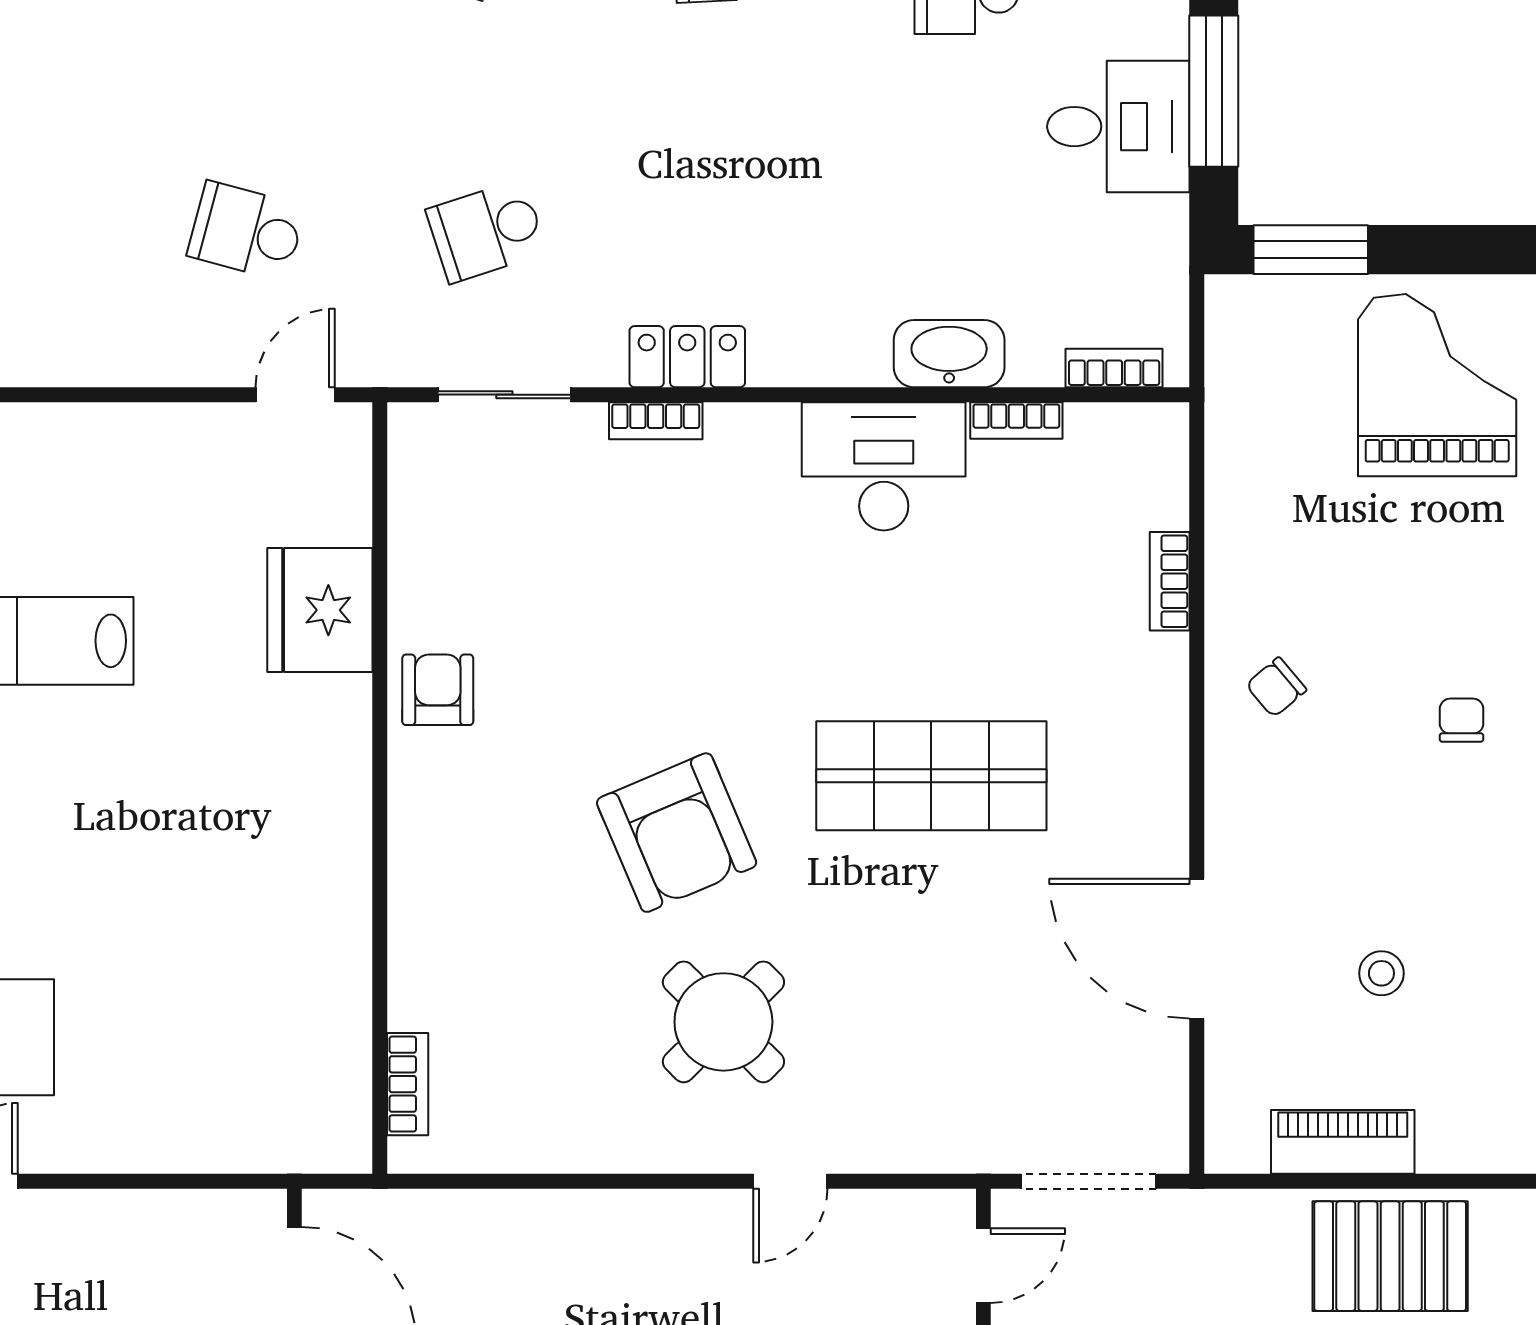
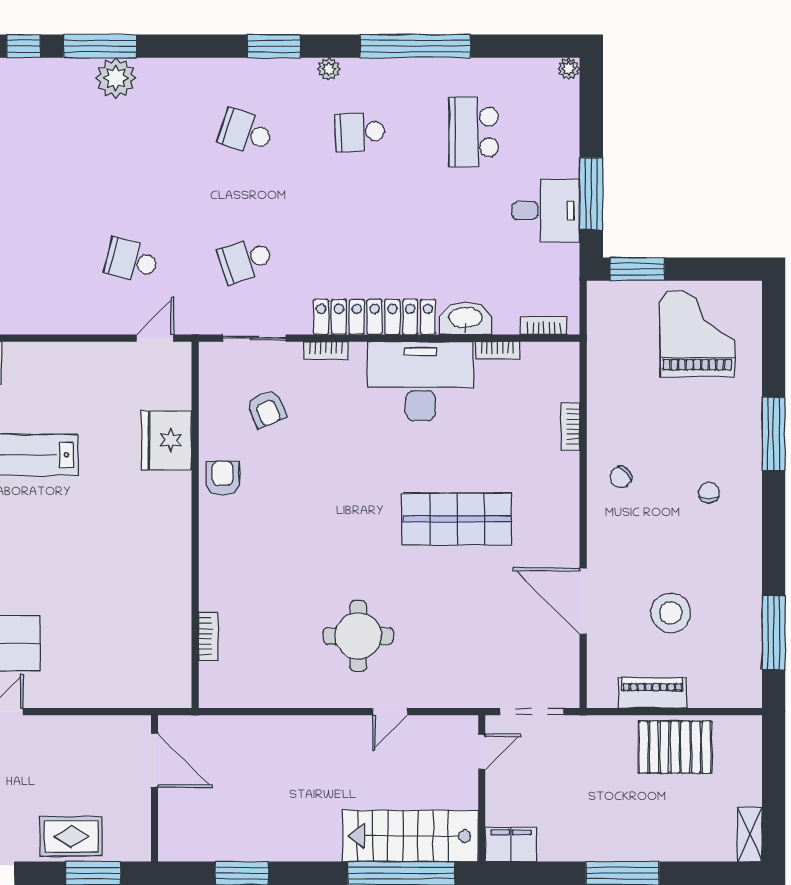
locker: (687, 357) -> (375, 317), width x2.16, depth x1.21
desk: (884, 466) -> (420, 381), width x1.36, depth x1.30
armchair: (677, 833) -> (266, 409), moved, width x0.53, depth x0.53
stool: (1381, 973) -> (671, 613), width x1.89, depth x1.89
round table: (723, 1022) -> (358, 636), turned 45
bookcase: (408, 1084) -> (208, 636), moved

